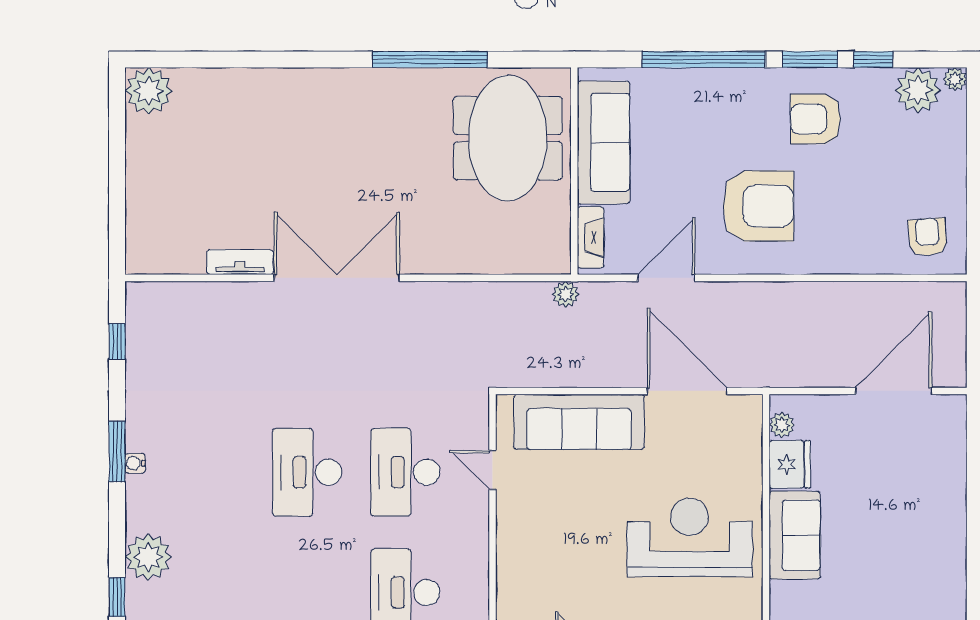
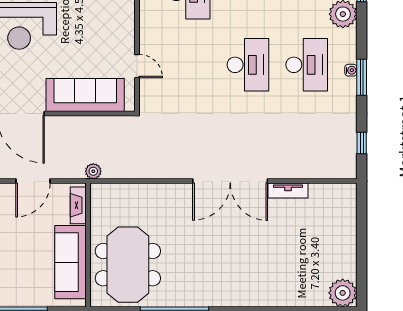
desk: (405, 472) -> (307, 65), moved

